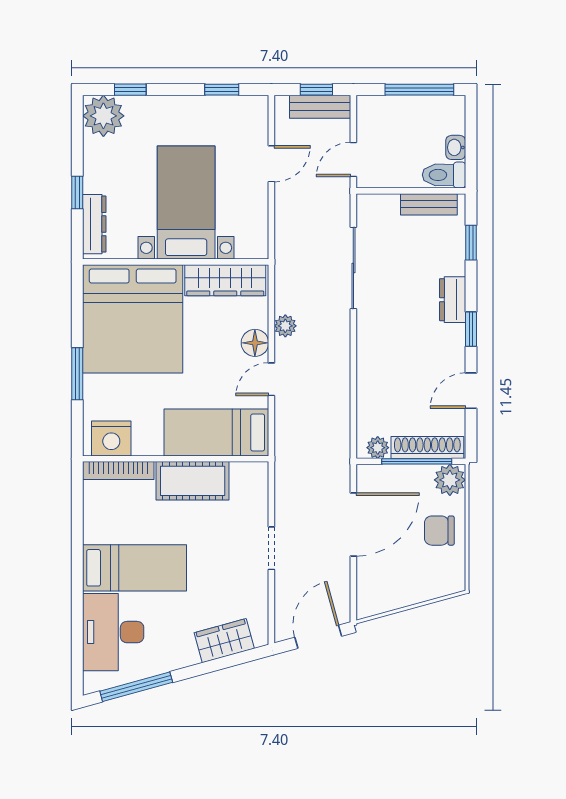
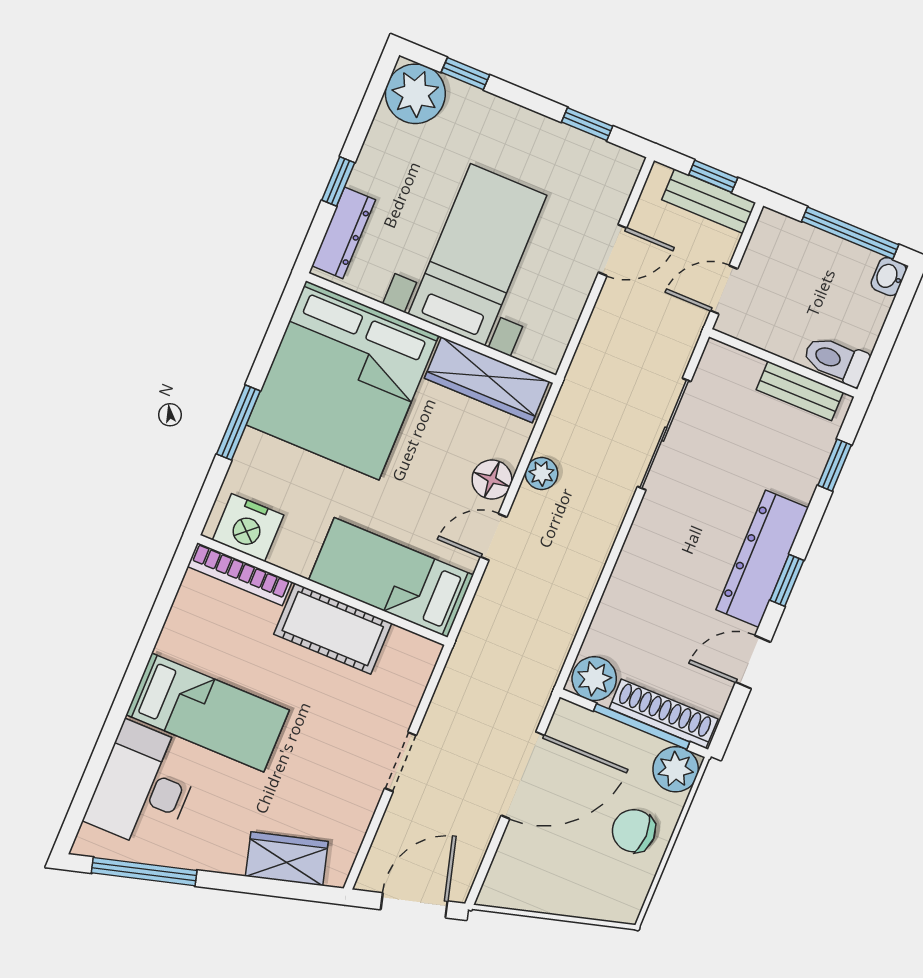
washbasin: (456, 147) -> (889, 277), moved
dresser: (453, 300) -> (762, 559), width x1.96, depth x1.24
plant: (378, 448) -> (594, 679), width x1.38, depth x1.38

